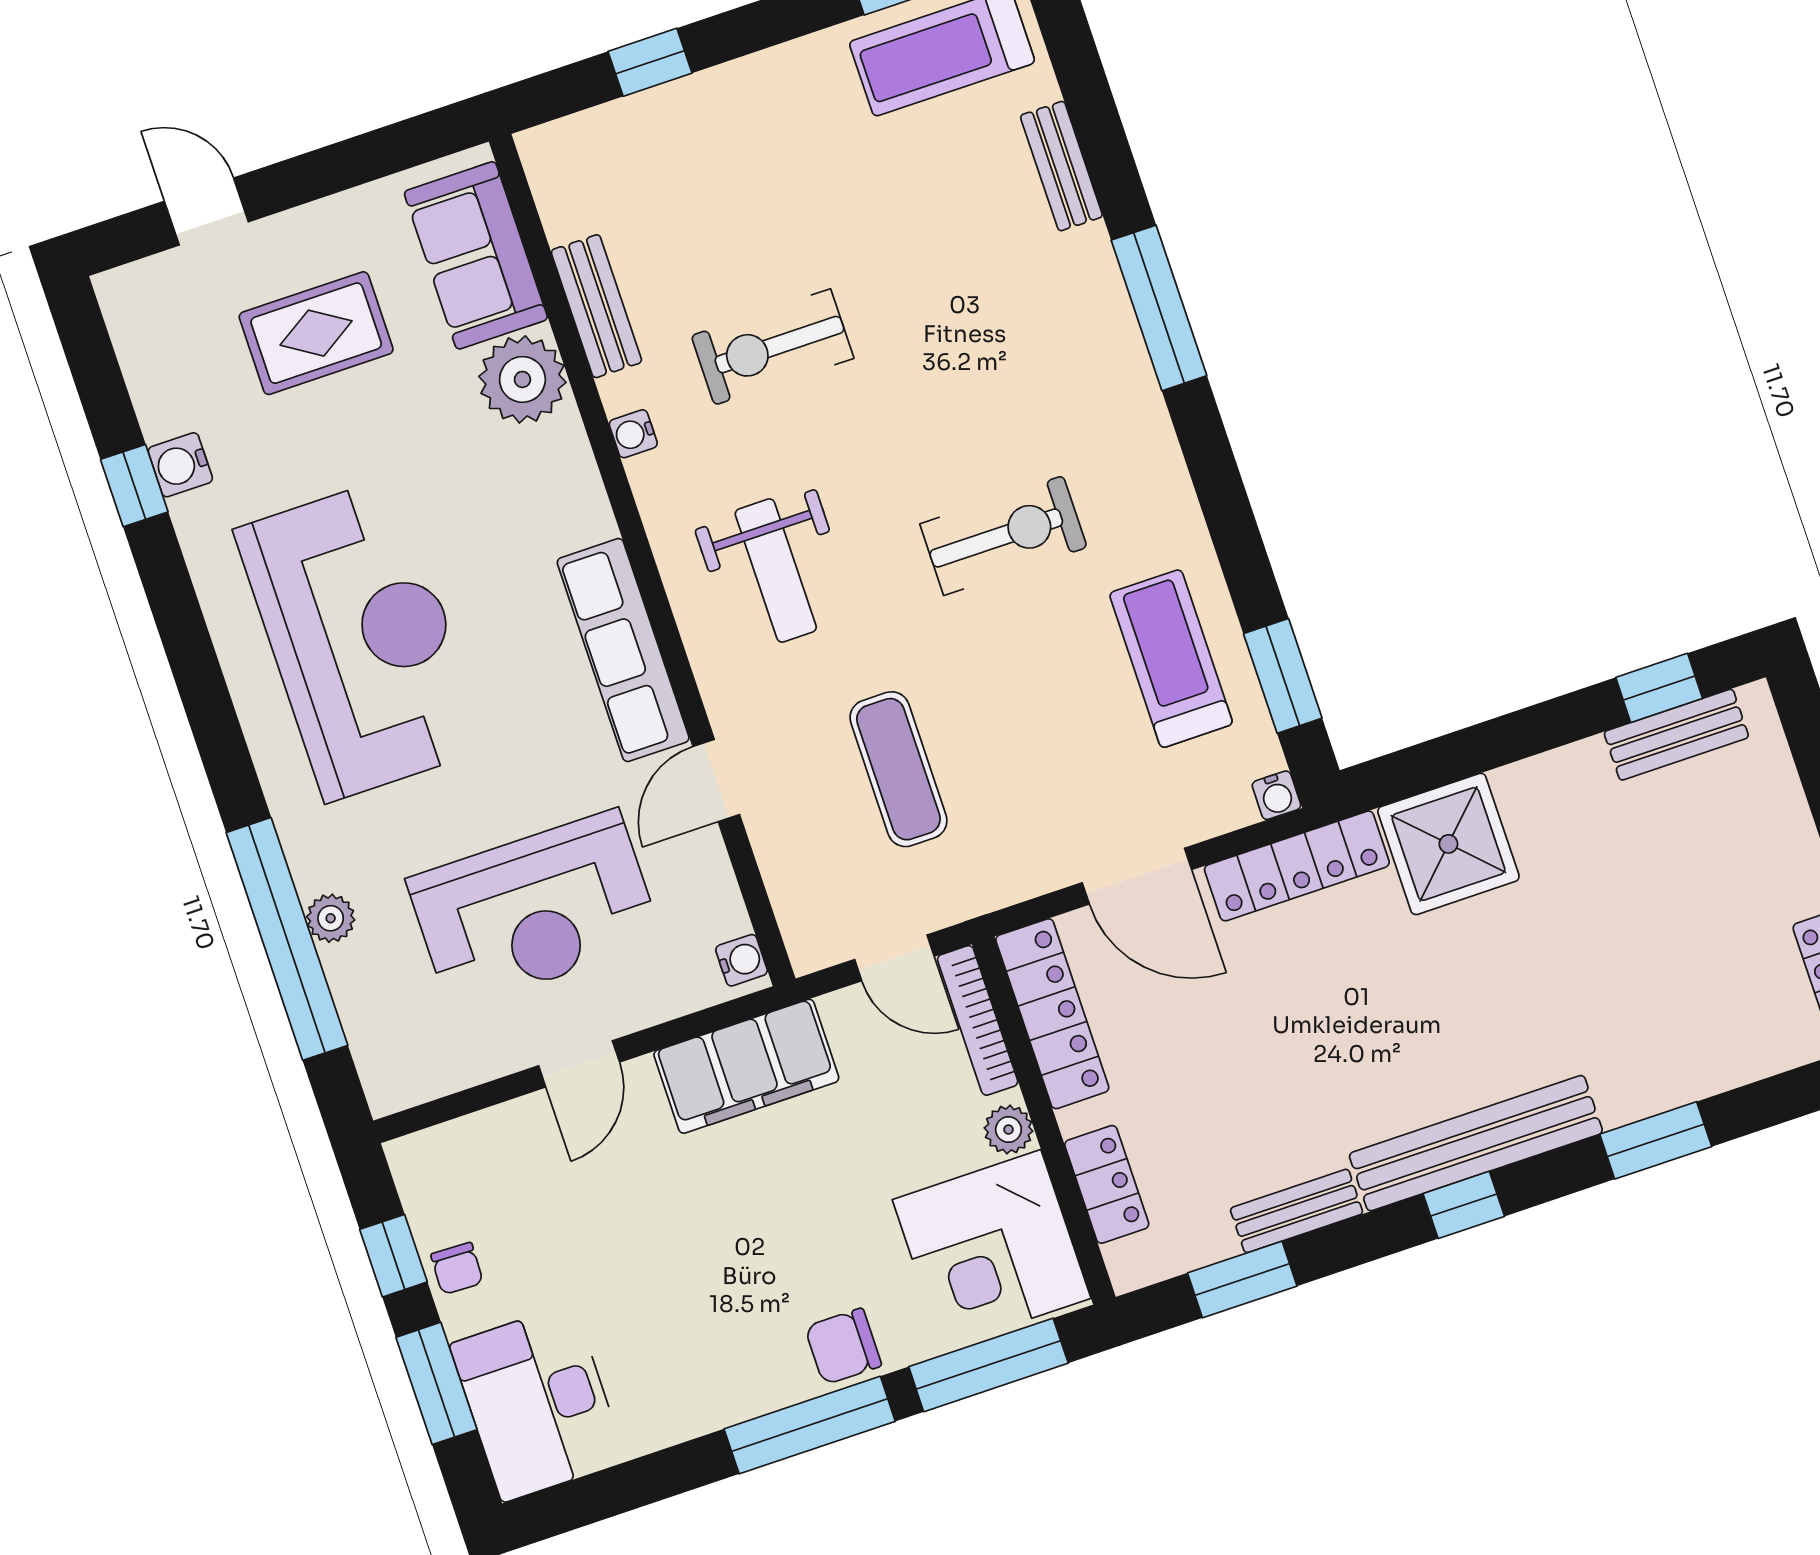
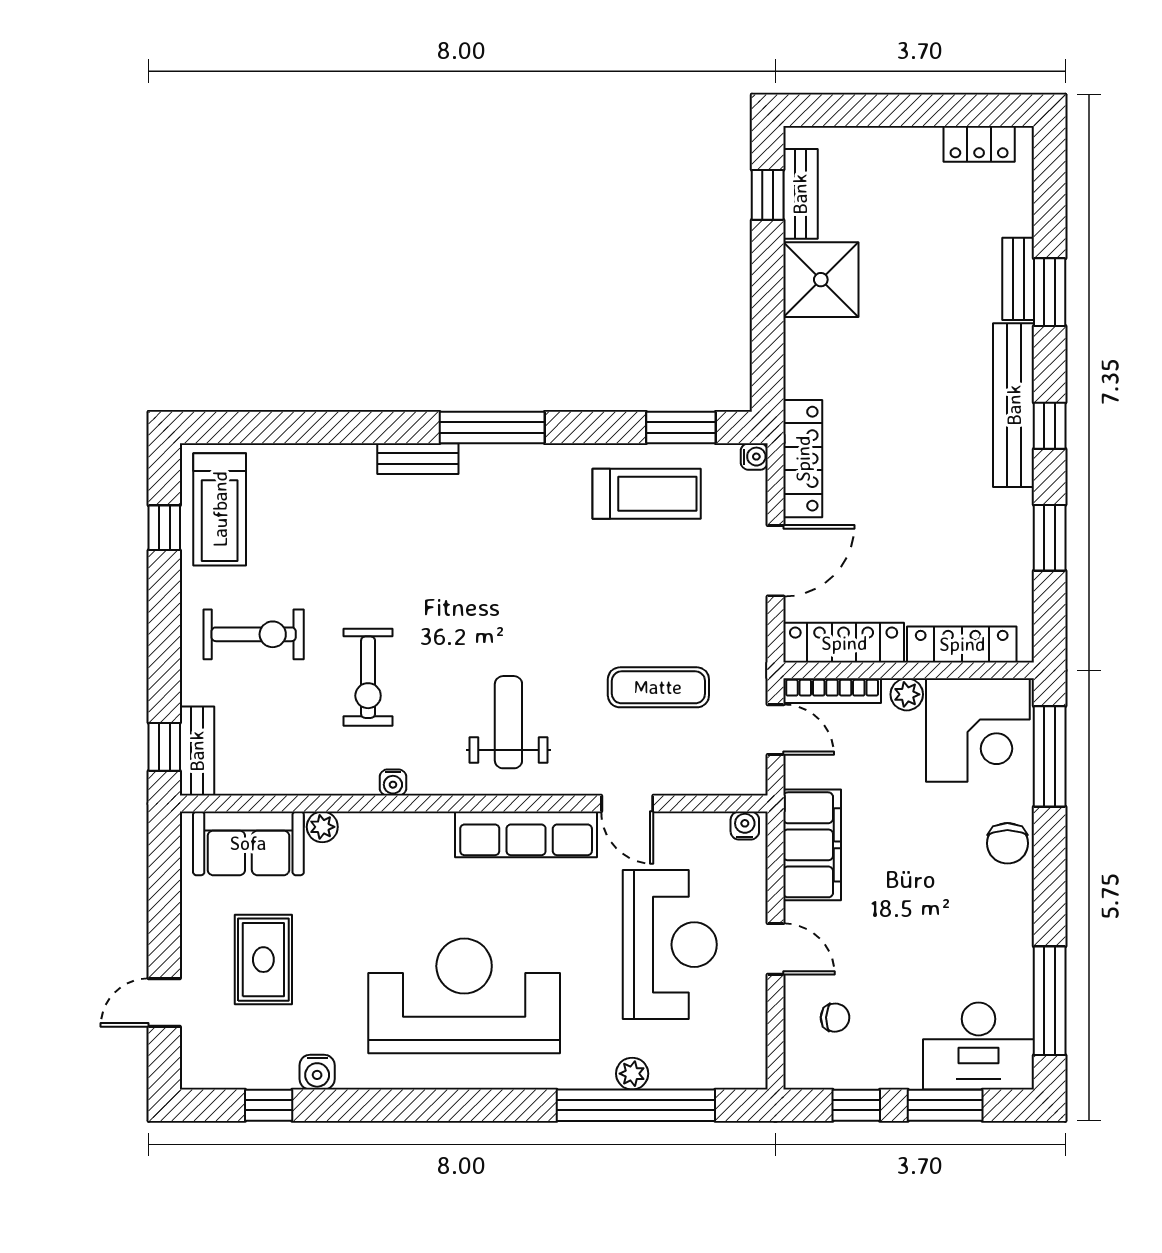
window: (650, 62) -> (164, 747), moved
bench: (1061, 166) -> (418, 459), moved
bench: (596, 306) -> (197, 751), moved, turned 90
window: (1159, 308) -> (492, 428), moved
plant: (522, 379) -> (322, 827), width x0.53, depth x0.53
window: (134, 486) -> (269, 1105), moved
exercise bike: (1003, 536) -> (254, 634), moved, turned 90
weight bench: (776, 571) -> (508, 722), turned -90
treadmill: (1171, 659) -> (647, 494), turned 180
shower: (1448, 844) -> (821, 280), moved
door: (894, 958) -> (775, 730), hinge flipped
locker: (1107, 1184) -> (962, 644), width x1.53
bench: (1297, 1211) -> (1018, 279), moved
chair: (457, 1268) -> (835, 1018), moved
window: (1242, 1279) -> (1050, 538), moved
window: (810, 1425) -> (1050, 1001), moved

